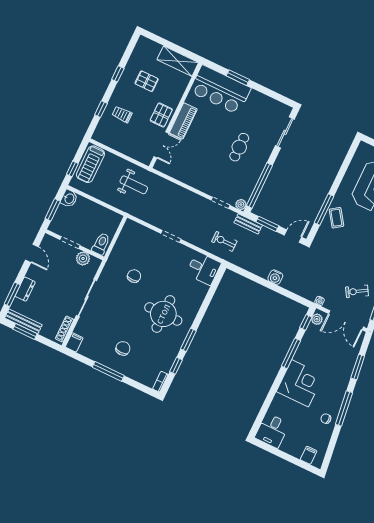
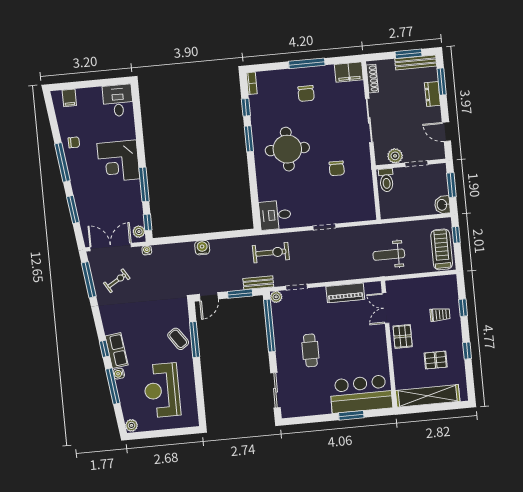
shelving: (178, 61) -> (428, 396), width x1.47
piano: (183, 121) -> (345, 293), moved, turned -90
exercise bike: (224, 241) -> (271, 253), width x1.38, depth x1.39
filing cabinet: (74, 342) -> (349, 72), width x2.00

